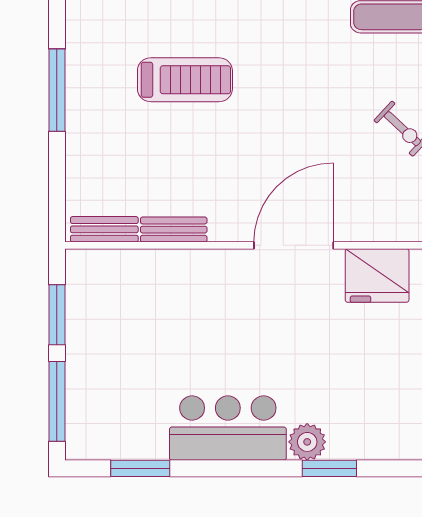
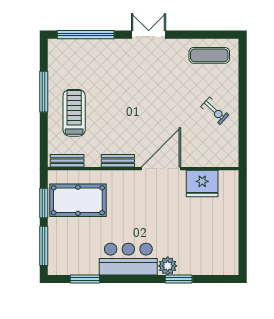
treadmill: (185, 80) -> (74, 113), moved, turned -90
bench: (174, 230) -> (118, 161), moved
pool table: (126, 309) -> (78, 200), added

